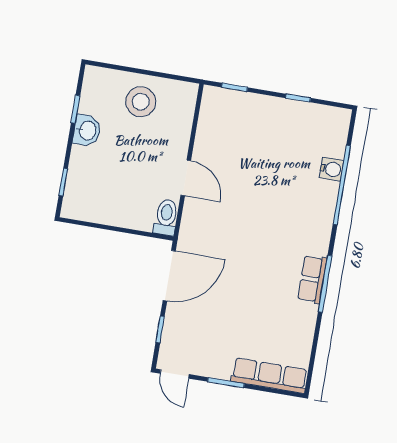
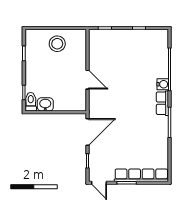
washbasin: (87, 130) -> (45, 104), moved, turned -90
water cooler: (331, 169) -> (163, 84), moved
toilet: (166, 217) -> (31, 102), moved
row of seats: (312, 279) -> (162, 103), moved
row of seats: (269, 376) -> (141, 175), width x1.36

